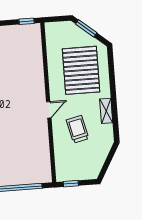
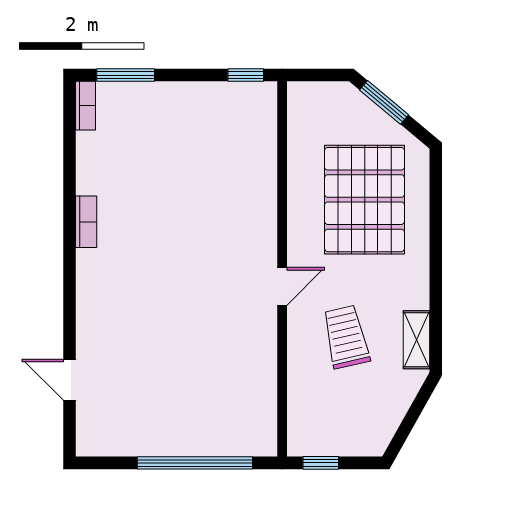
shelving: (106, 111) -> (416, 340), moved

